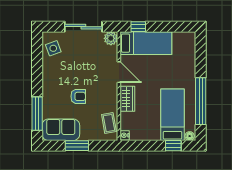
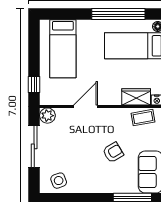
bed: (146, 43) -> (63, 49), moved, turned 180
armchair: (78, 96) -> (113, 152), turned 59
wardrobe: (127, 99) -> (136, 97), moved

